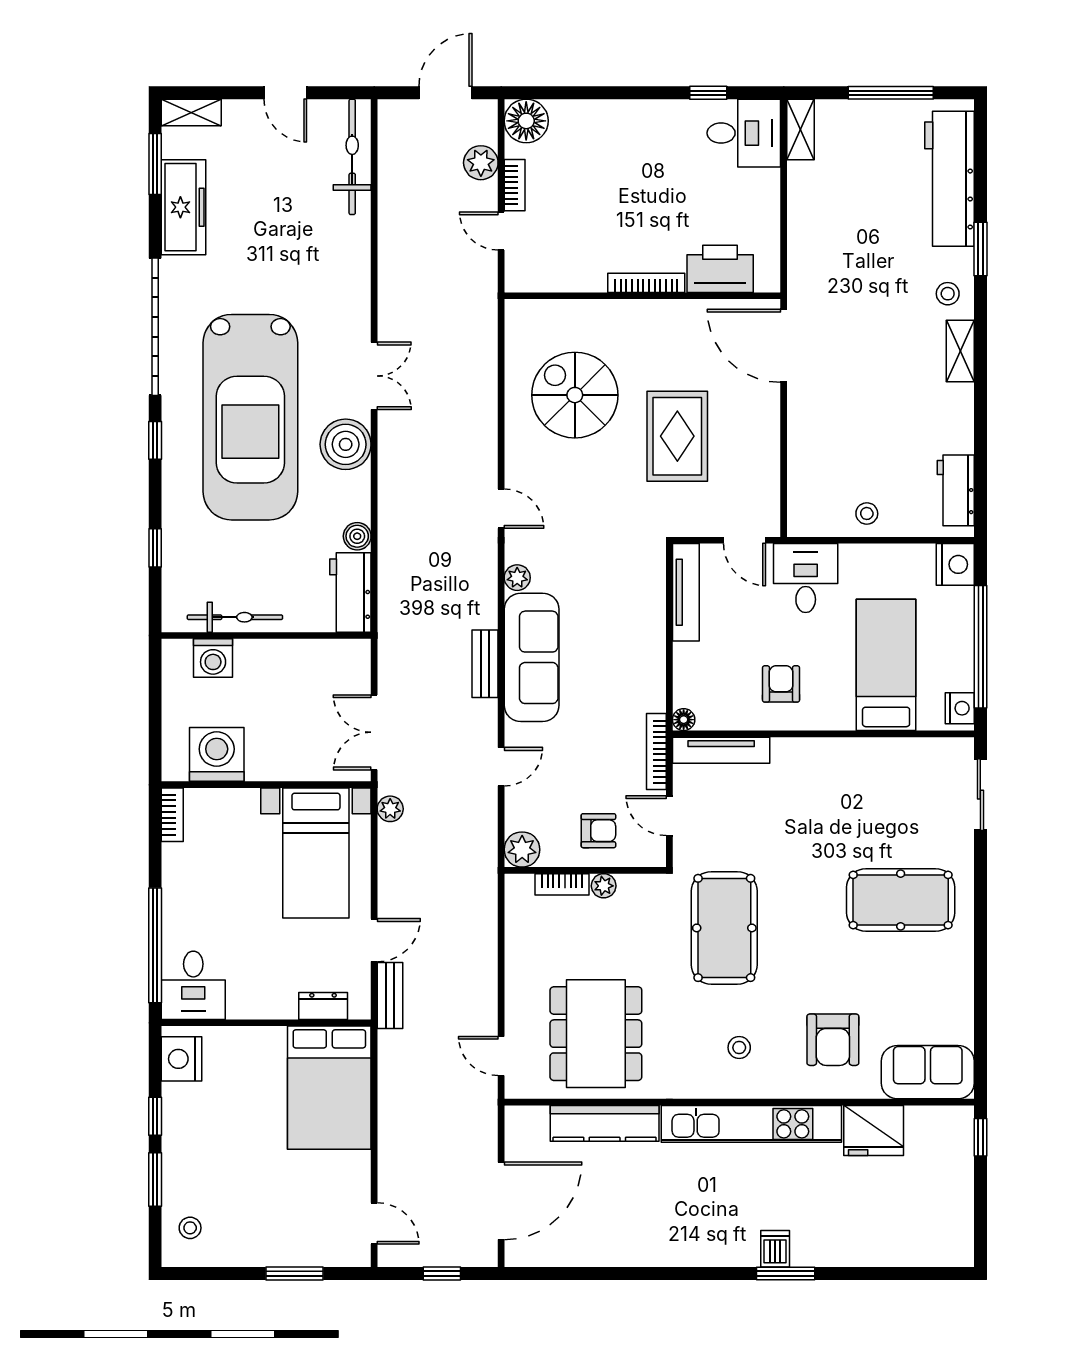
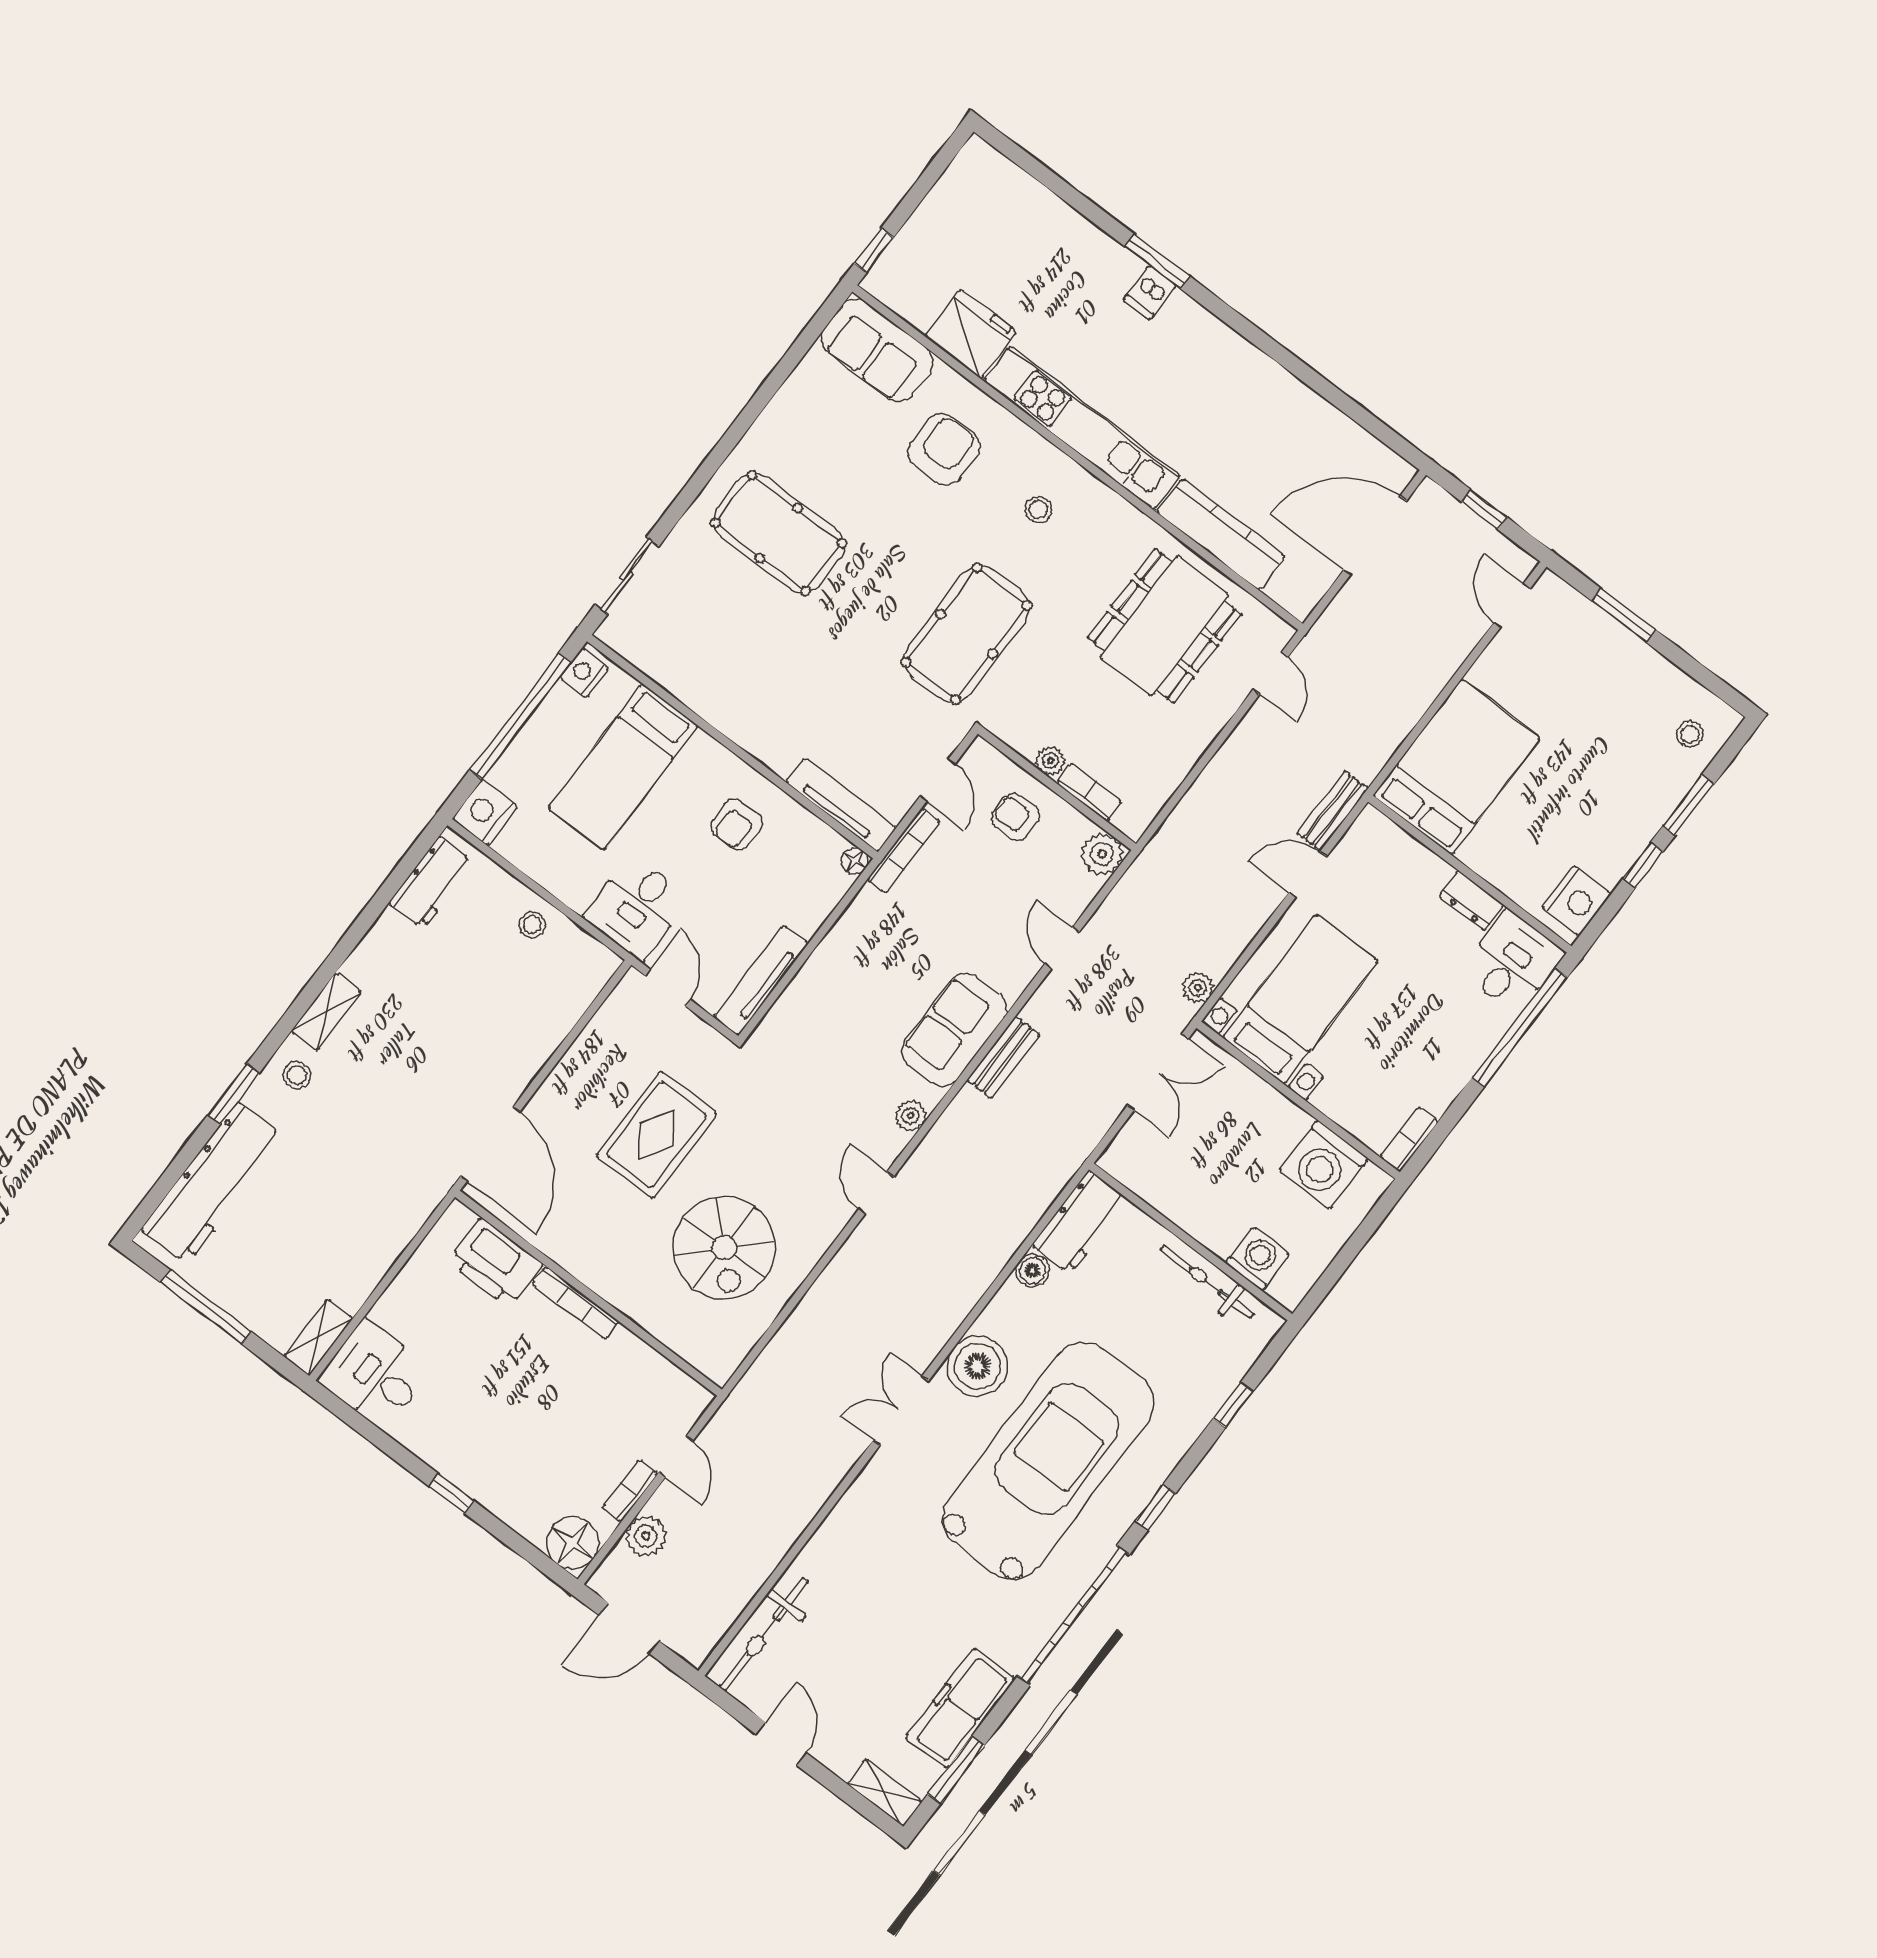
window: (708, 93) -> (451, 1493), moved
sofa: (532, 657) -> (954, 1030), width x0.73
door: (501, 767) -> (1062, 948), hinge flipped
dresser: (323, 1006) -> (1471, 900), moved

